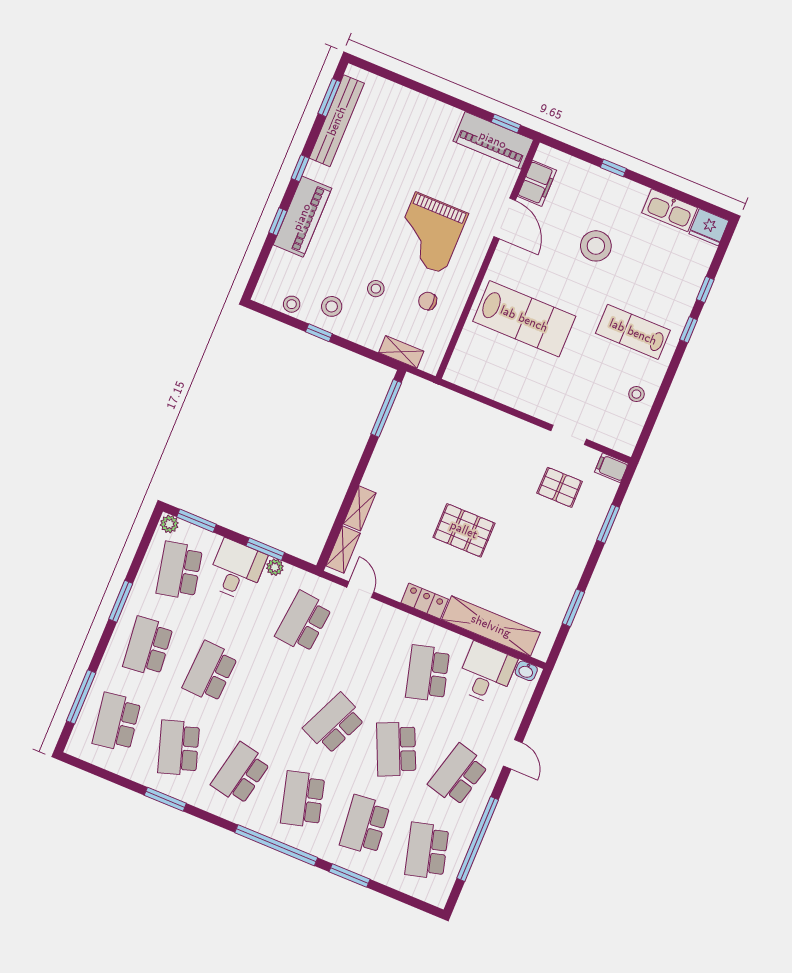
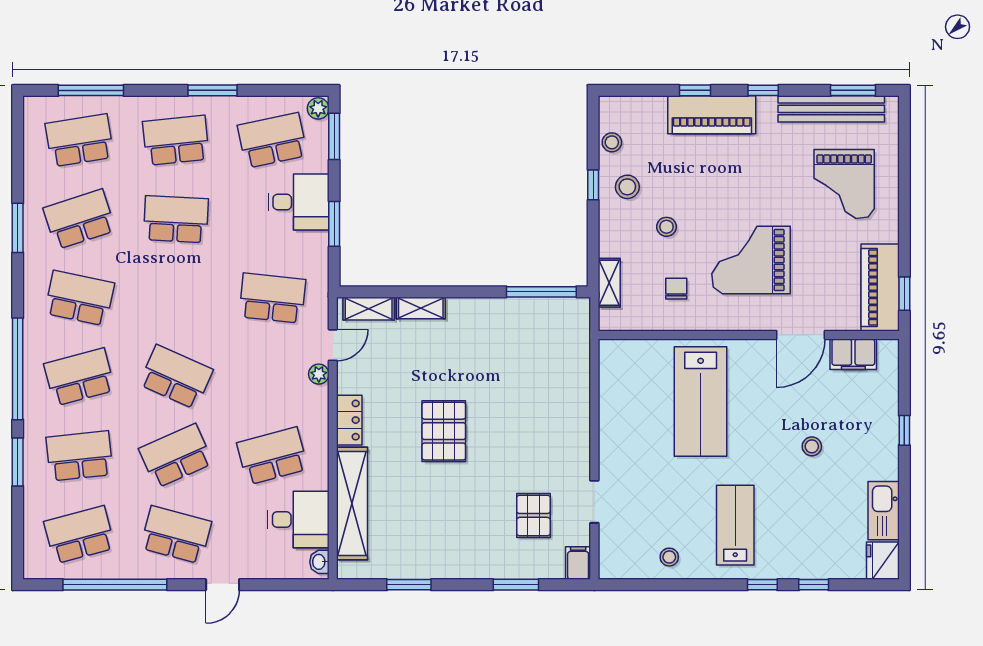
grand piano: (400, 135) -> (844, 184), added
stool: (596, 246) -> (812, 446), width x0.53, depth x0.53
plant: (275, 567) -> (319, 374), moved

